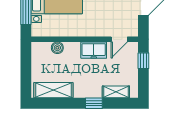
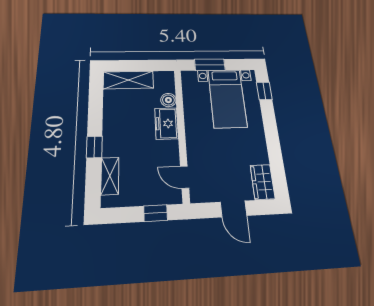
freezer: (94, 50) -> (166, 123), moved
shelving: (53, 90) -> (128, 80), moved, turned 90

